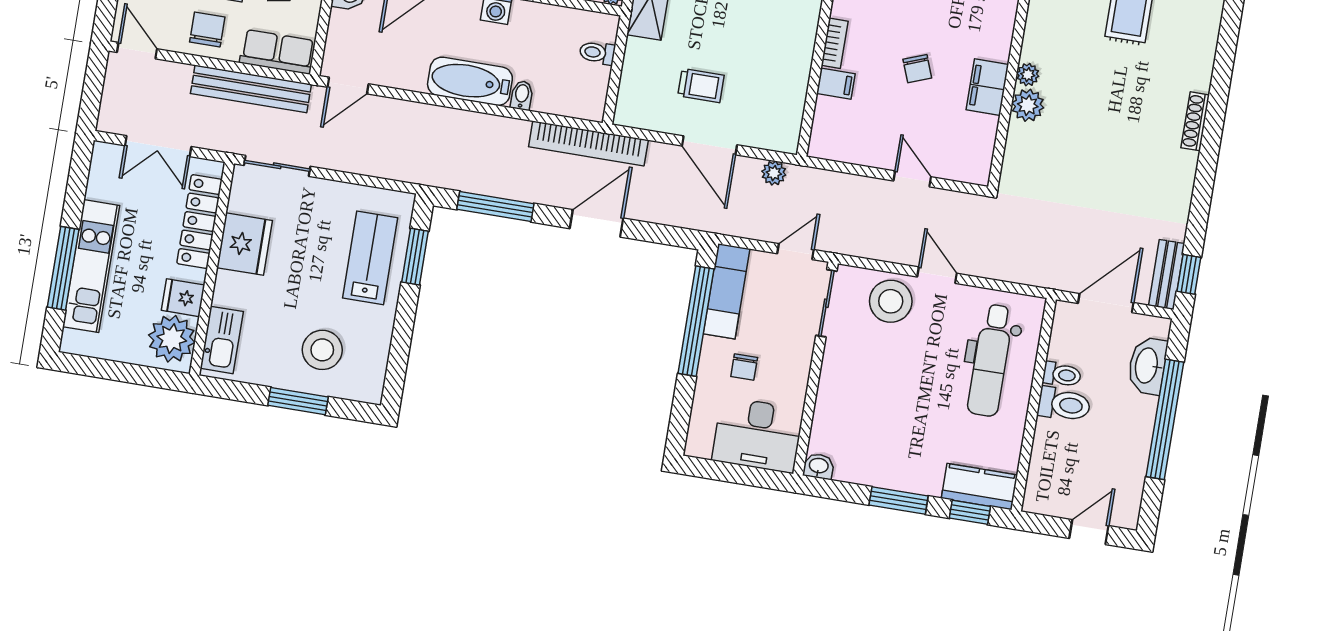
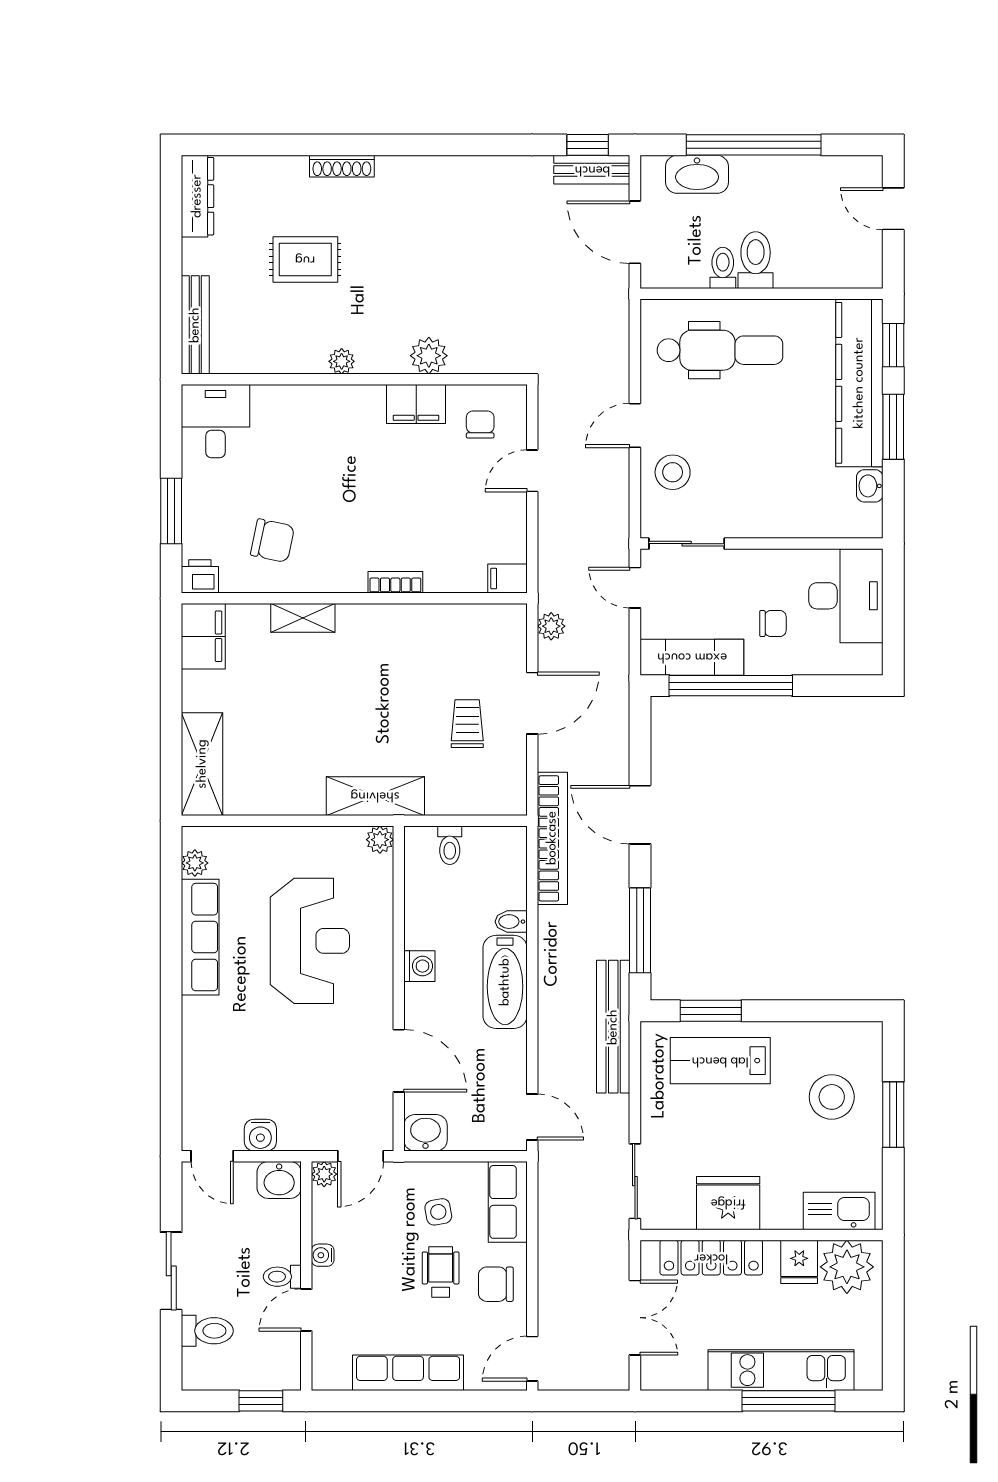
chair: (917, 69) -> (480, 424), moved, turned -69
plant: (1028, 75) -> (342, 361), moved
filing cabinet: (836, 84) -> (507, 578), moved, turned -90
bench: (251, 89) -> (613, 1027), moved
shoe rack: (1195, 121) -> (342, 166), moved
stool: (891, 301) -> (673, 472), width x0.73, depth x0.73
washbasin: (819, 466) -> (870, 486), moved
kitchen counter: (979, 487) -> (859, 383), width x2.08, depth x1.17

